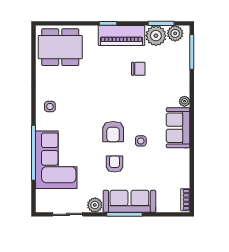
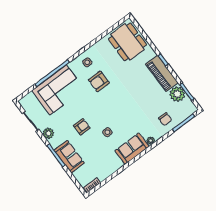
plant: (175, 33) -> (187, 105), removed
chair: (138, 69) -> (165, 119), moved
armchair: (113, 132) -> (99, 81), moved
sofa: (129, 201) -> (69, 157), width x0.73

